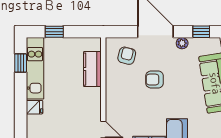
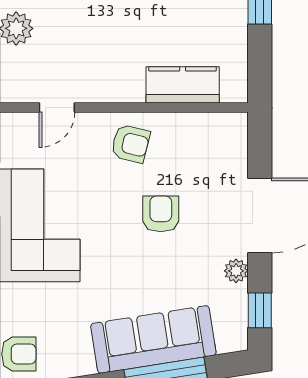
armchair: (127, 56) -> (130, 144), moved

